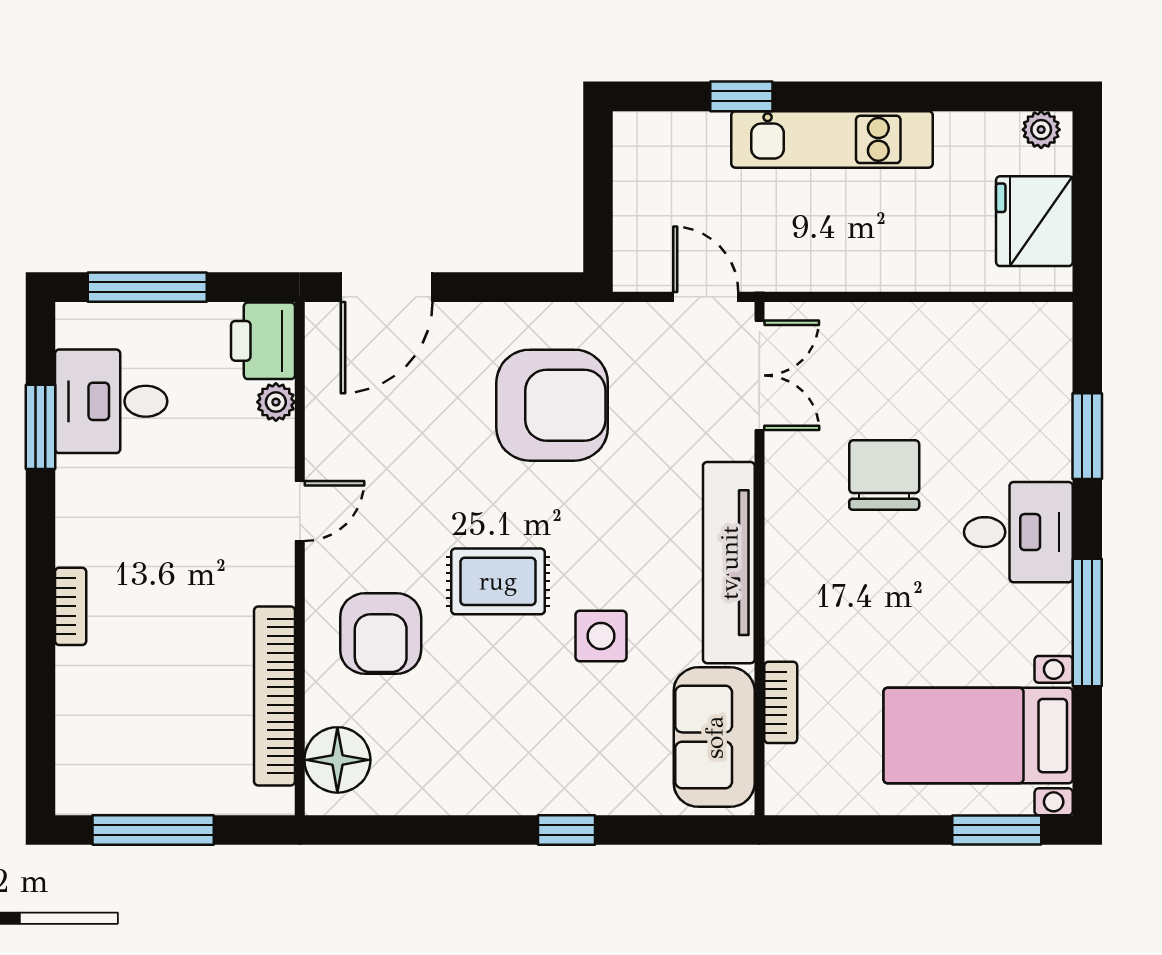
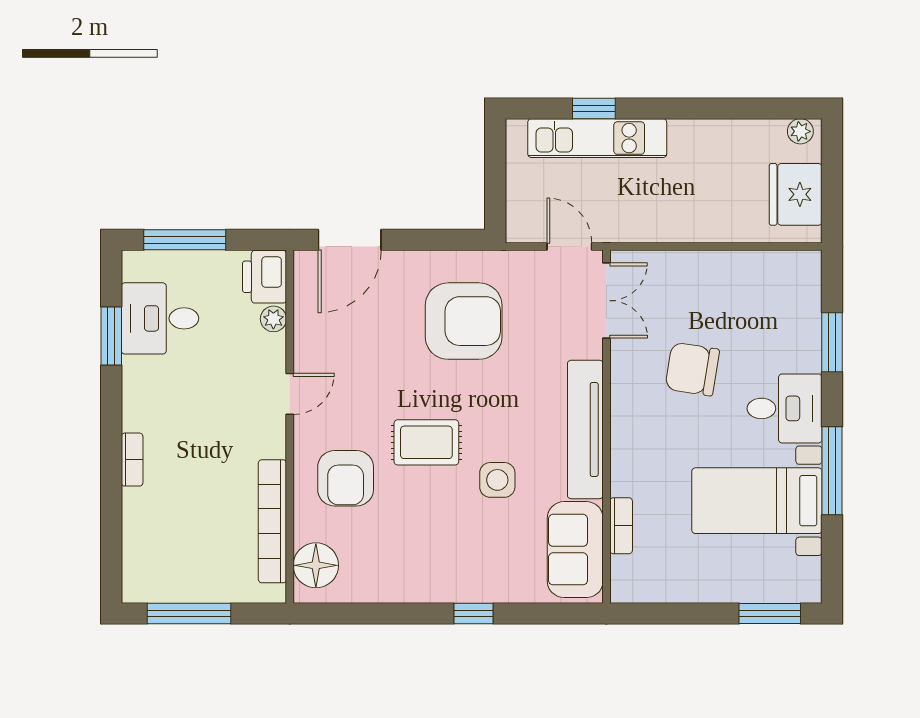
kitchen unit: (832, 139) -> (597, 138), moved
chair: (884, 475) -> (692, 369), turned -81
bed with nightstands: (978, 736) -> (757, 501), moved

